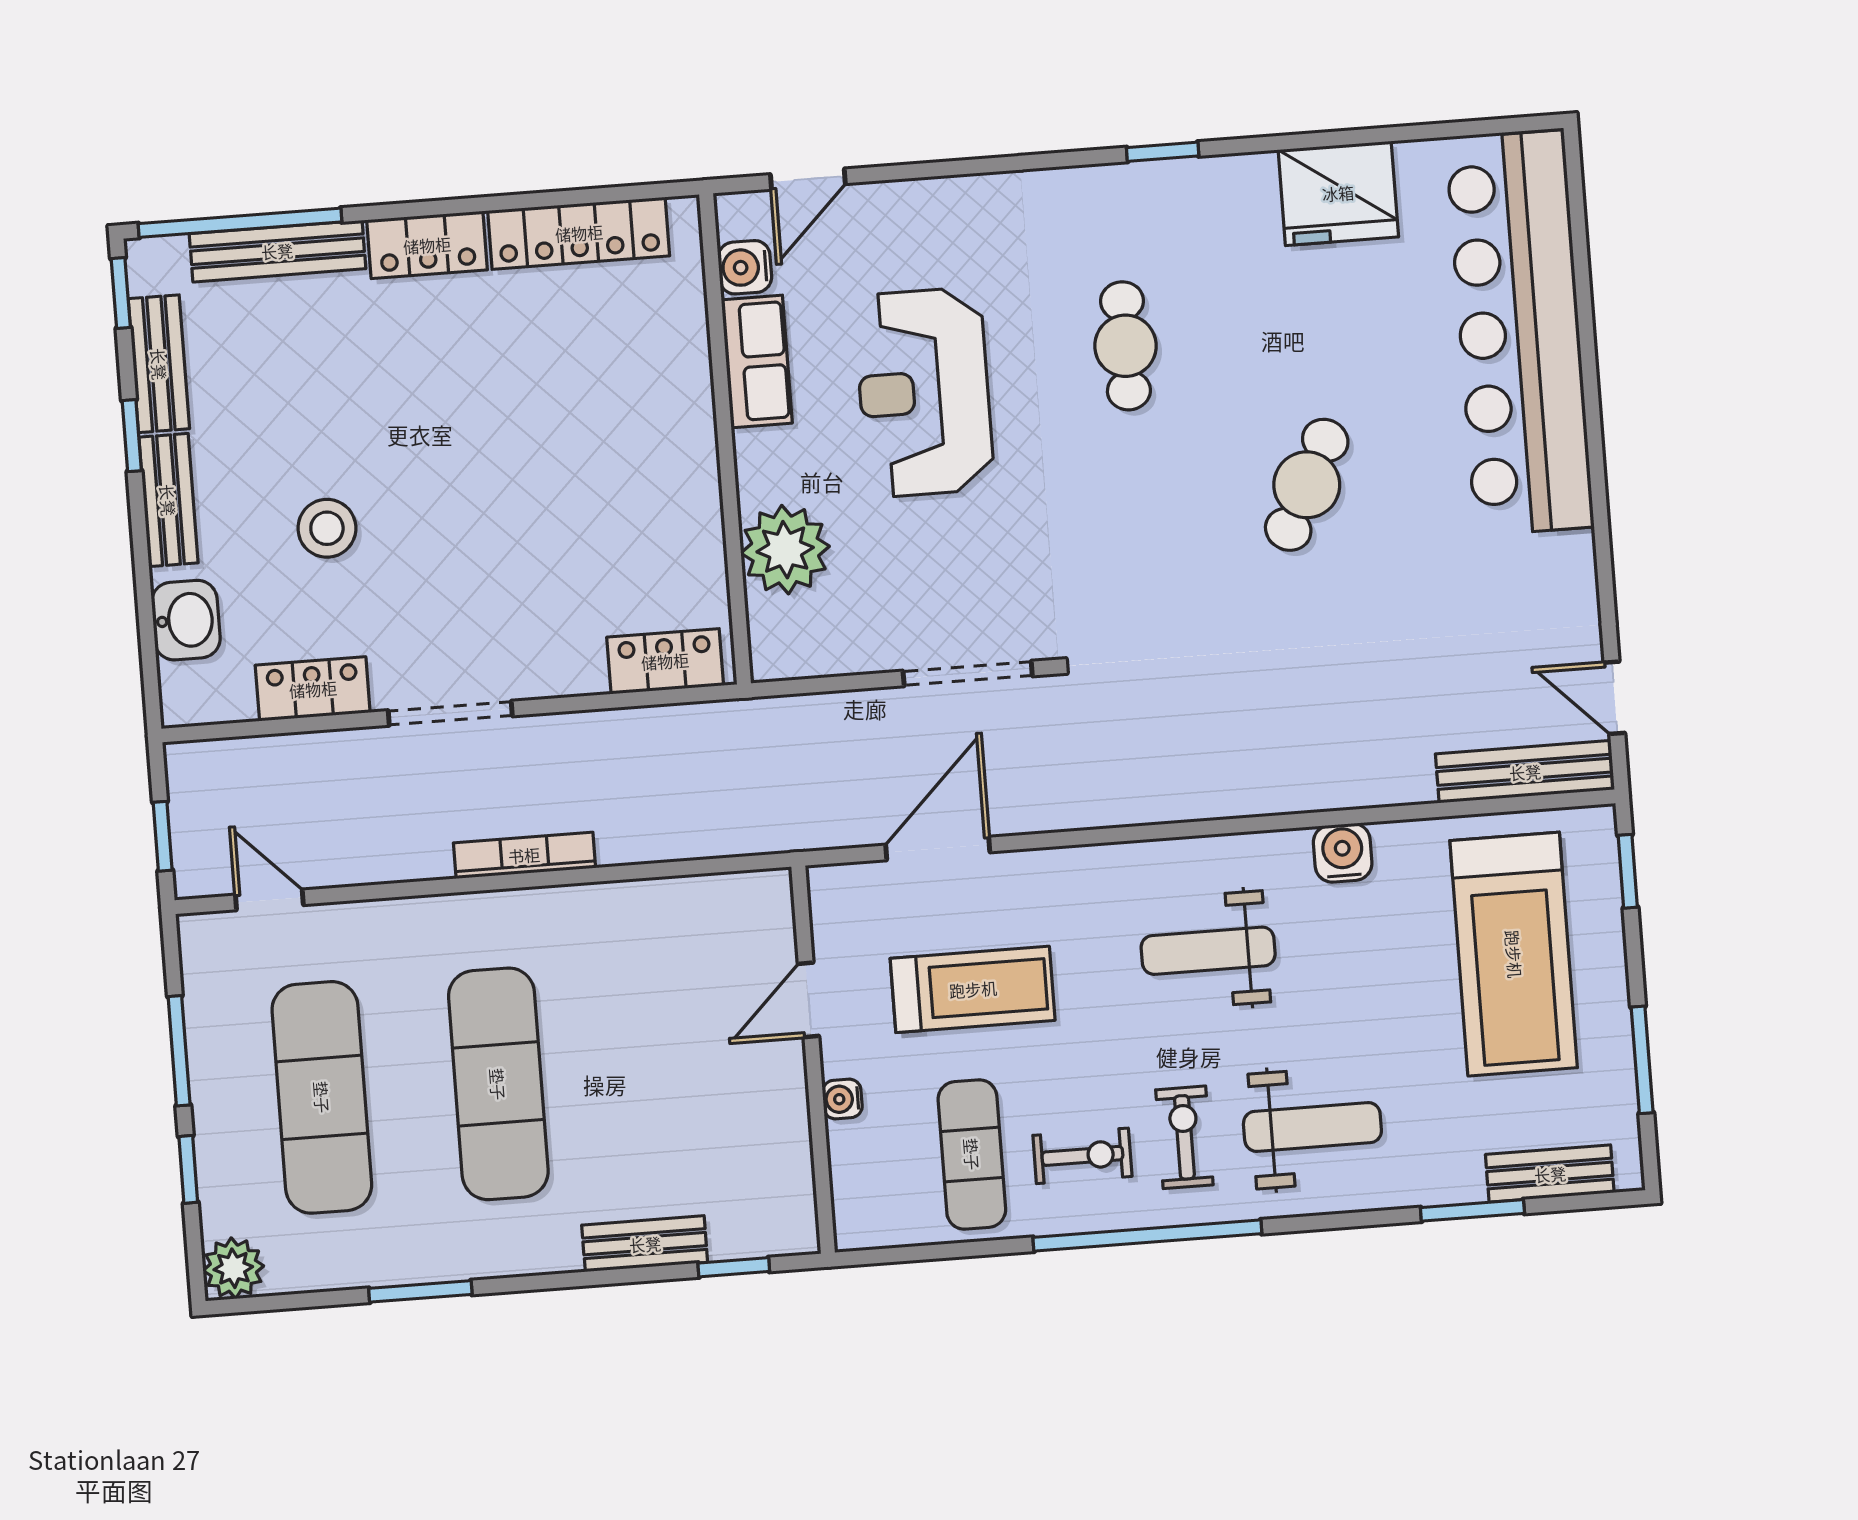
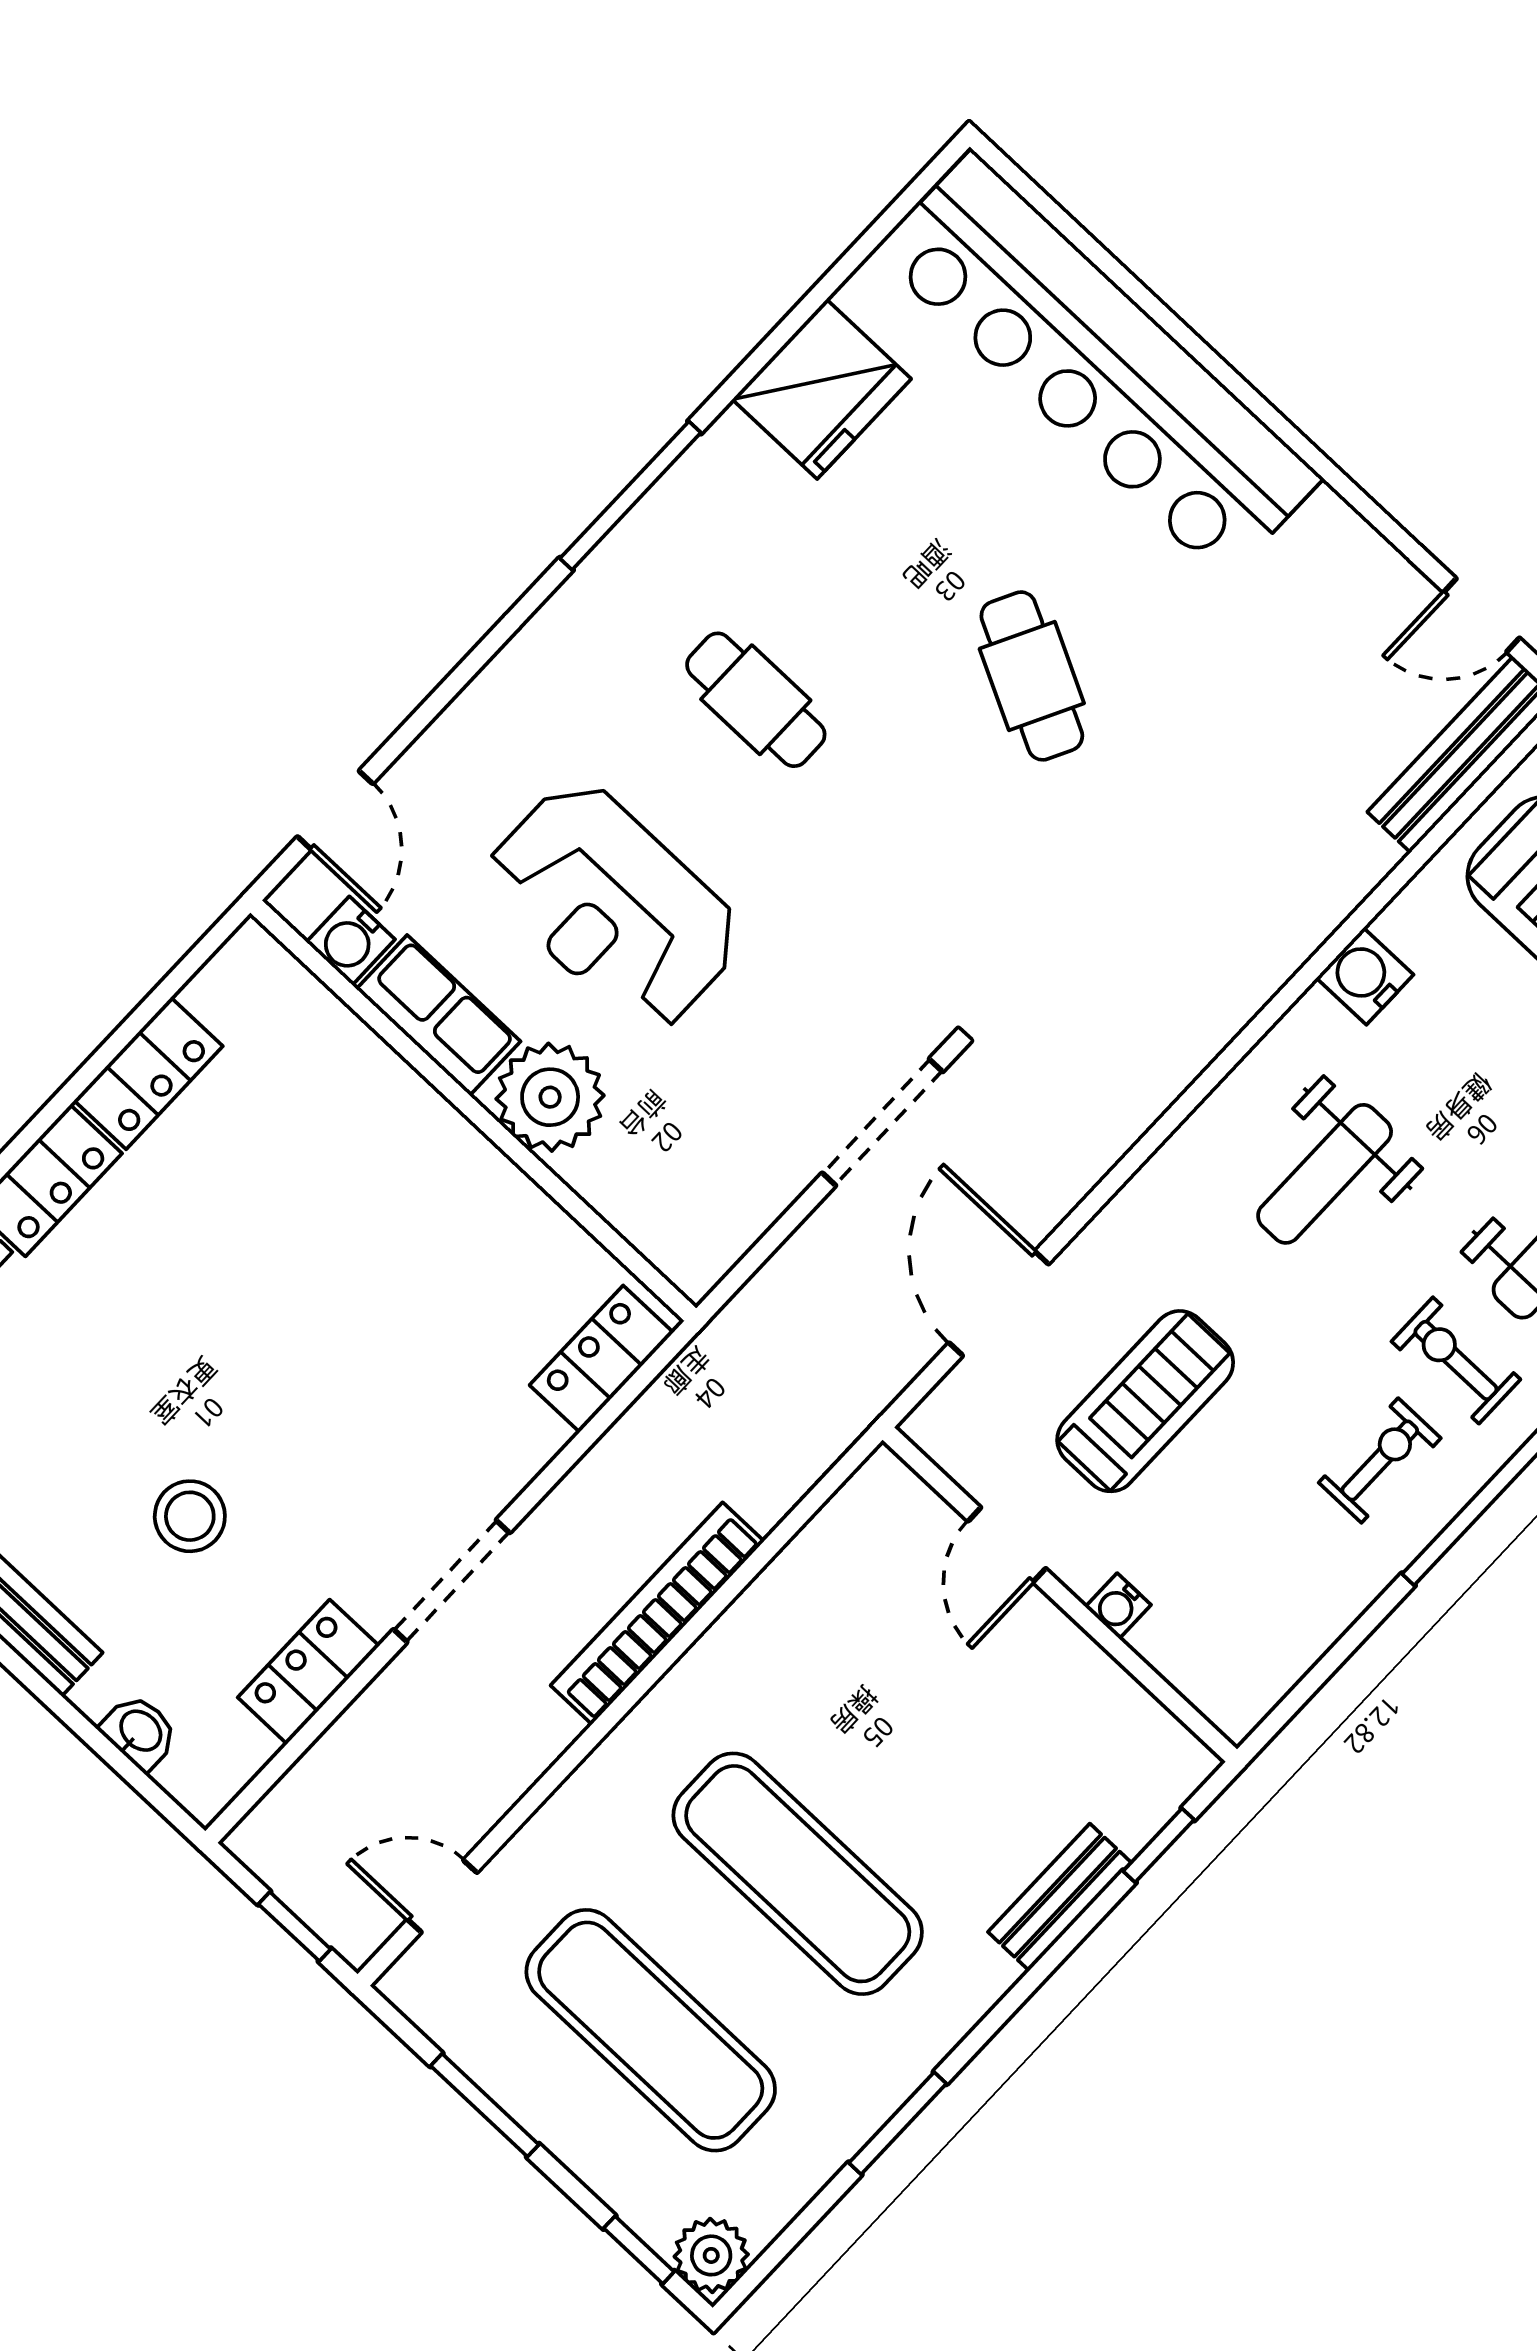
window: (1163, 152) -> (630, 496), width x2.17
locker: (579, 233) -> (148, 1073), width x0.66
plant: (785, 550) -> (550, 1097), moved
washbasin: (186, 620) -> (140, 1732), width x0.72, depth x0.69
bookcase: (524, 855) -> (657, 1613), width x1.48, depth x1.31
exercise mat: (972, 1154) -> (1280, 1550), removed
window: (188, 1169) -> (639, 2250), moved

